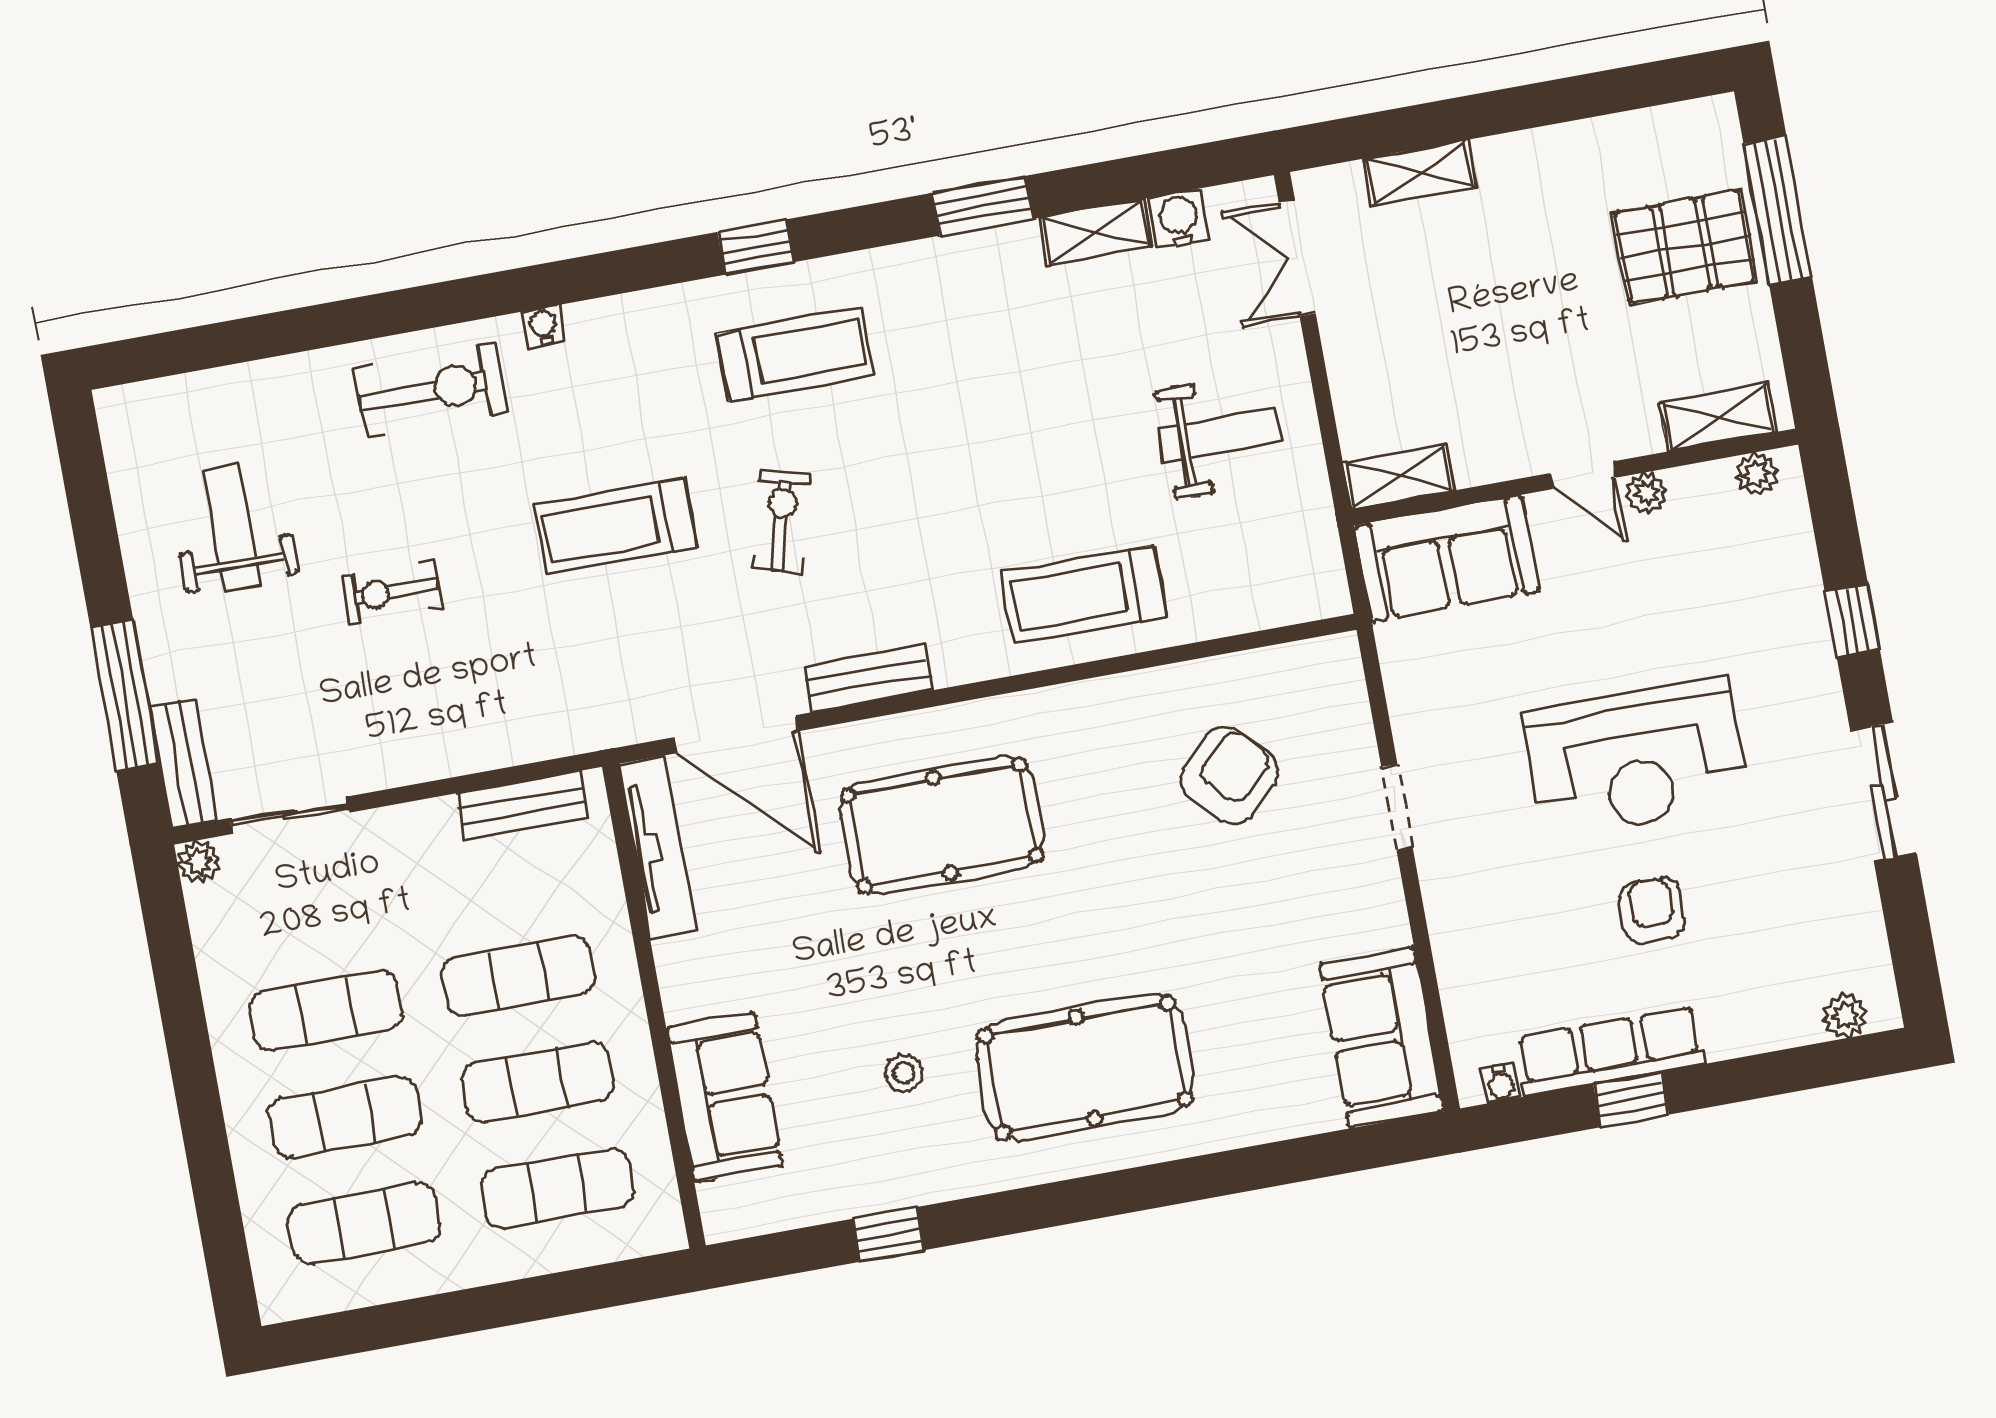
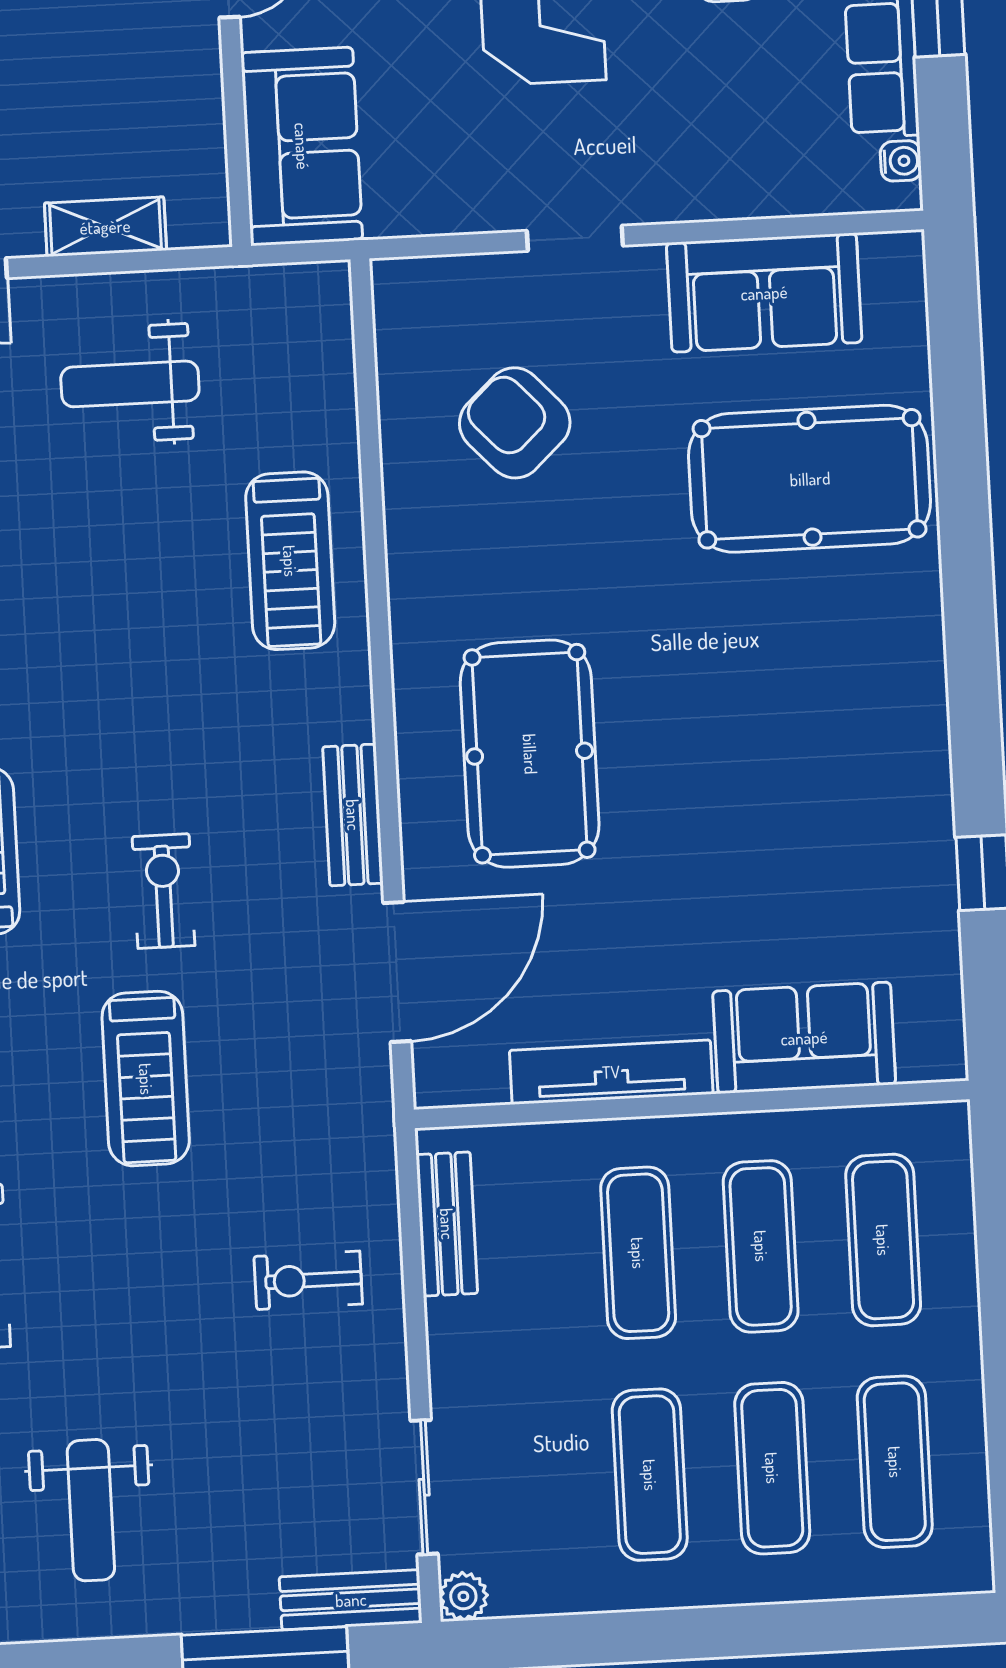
weight bench: (1220, 435) -> (130, 384), turned -90
shelving: (1399, 476) -> (105, 227), moved, turned 90
exercise bike: (781, 521) -> (163, 891), turned 75
weight bench: (232, 527) -> (91, 1510), turned -90
exercise bike: (392, 592) -> (308, 1280), moved, turned 90
tv unit: (658, 847) -> (611, 1072), moved
sofa: (1381, 1038) -> (764, 293), moved
pool table: (1085, 1067) -> (810, 479), moved, turned 90
stool: (904, 1073) -> (803, 832), removed

